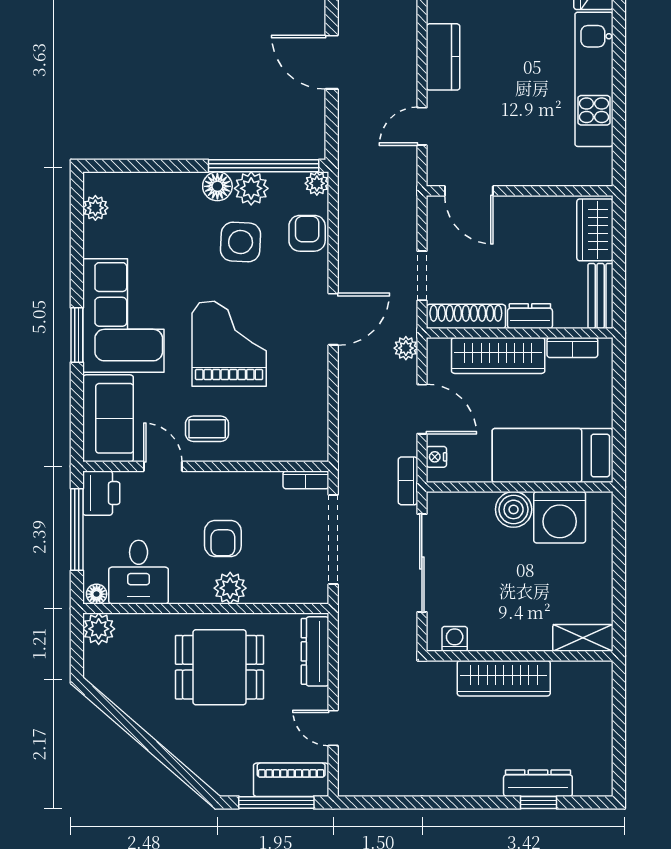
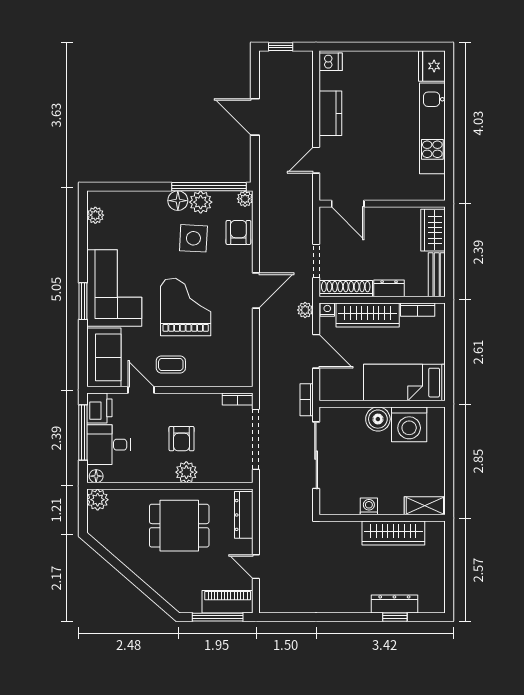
nightstand: (436, 457) -> (327, 310), moved, turned 90
desk: (139, 572) -> (108, 445), moved, turned 90
washing machine: (455, 639) -> (369, 506), moved
wardrobe: (504, 678) -> (393, 533), moved

